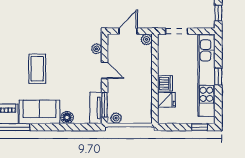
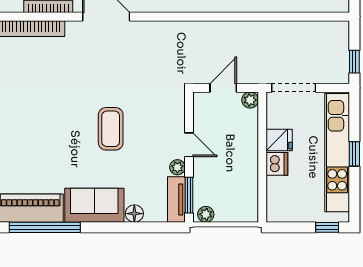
doorway: (176, 31) -> (294, 88), width x1.38
plant: (97, 49) -> (177, 167), moved
coffee table: (37, 69) -> (111, 129), moved
fridge: (167, 100) -> (279, 140), moved

